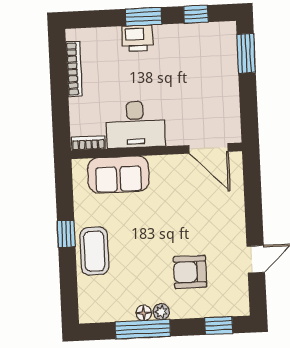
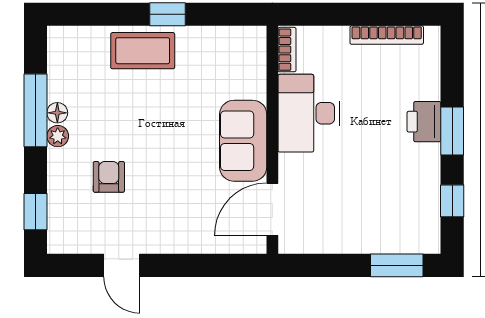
sofa: (118, 175) -> (243, 141), moved
armchair: (190, 272) -> (109, 177), width x0.72, depth x0.72

